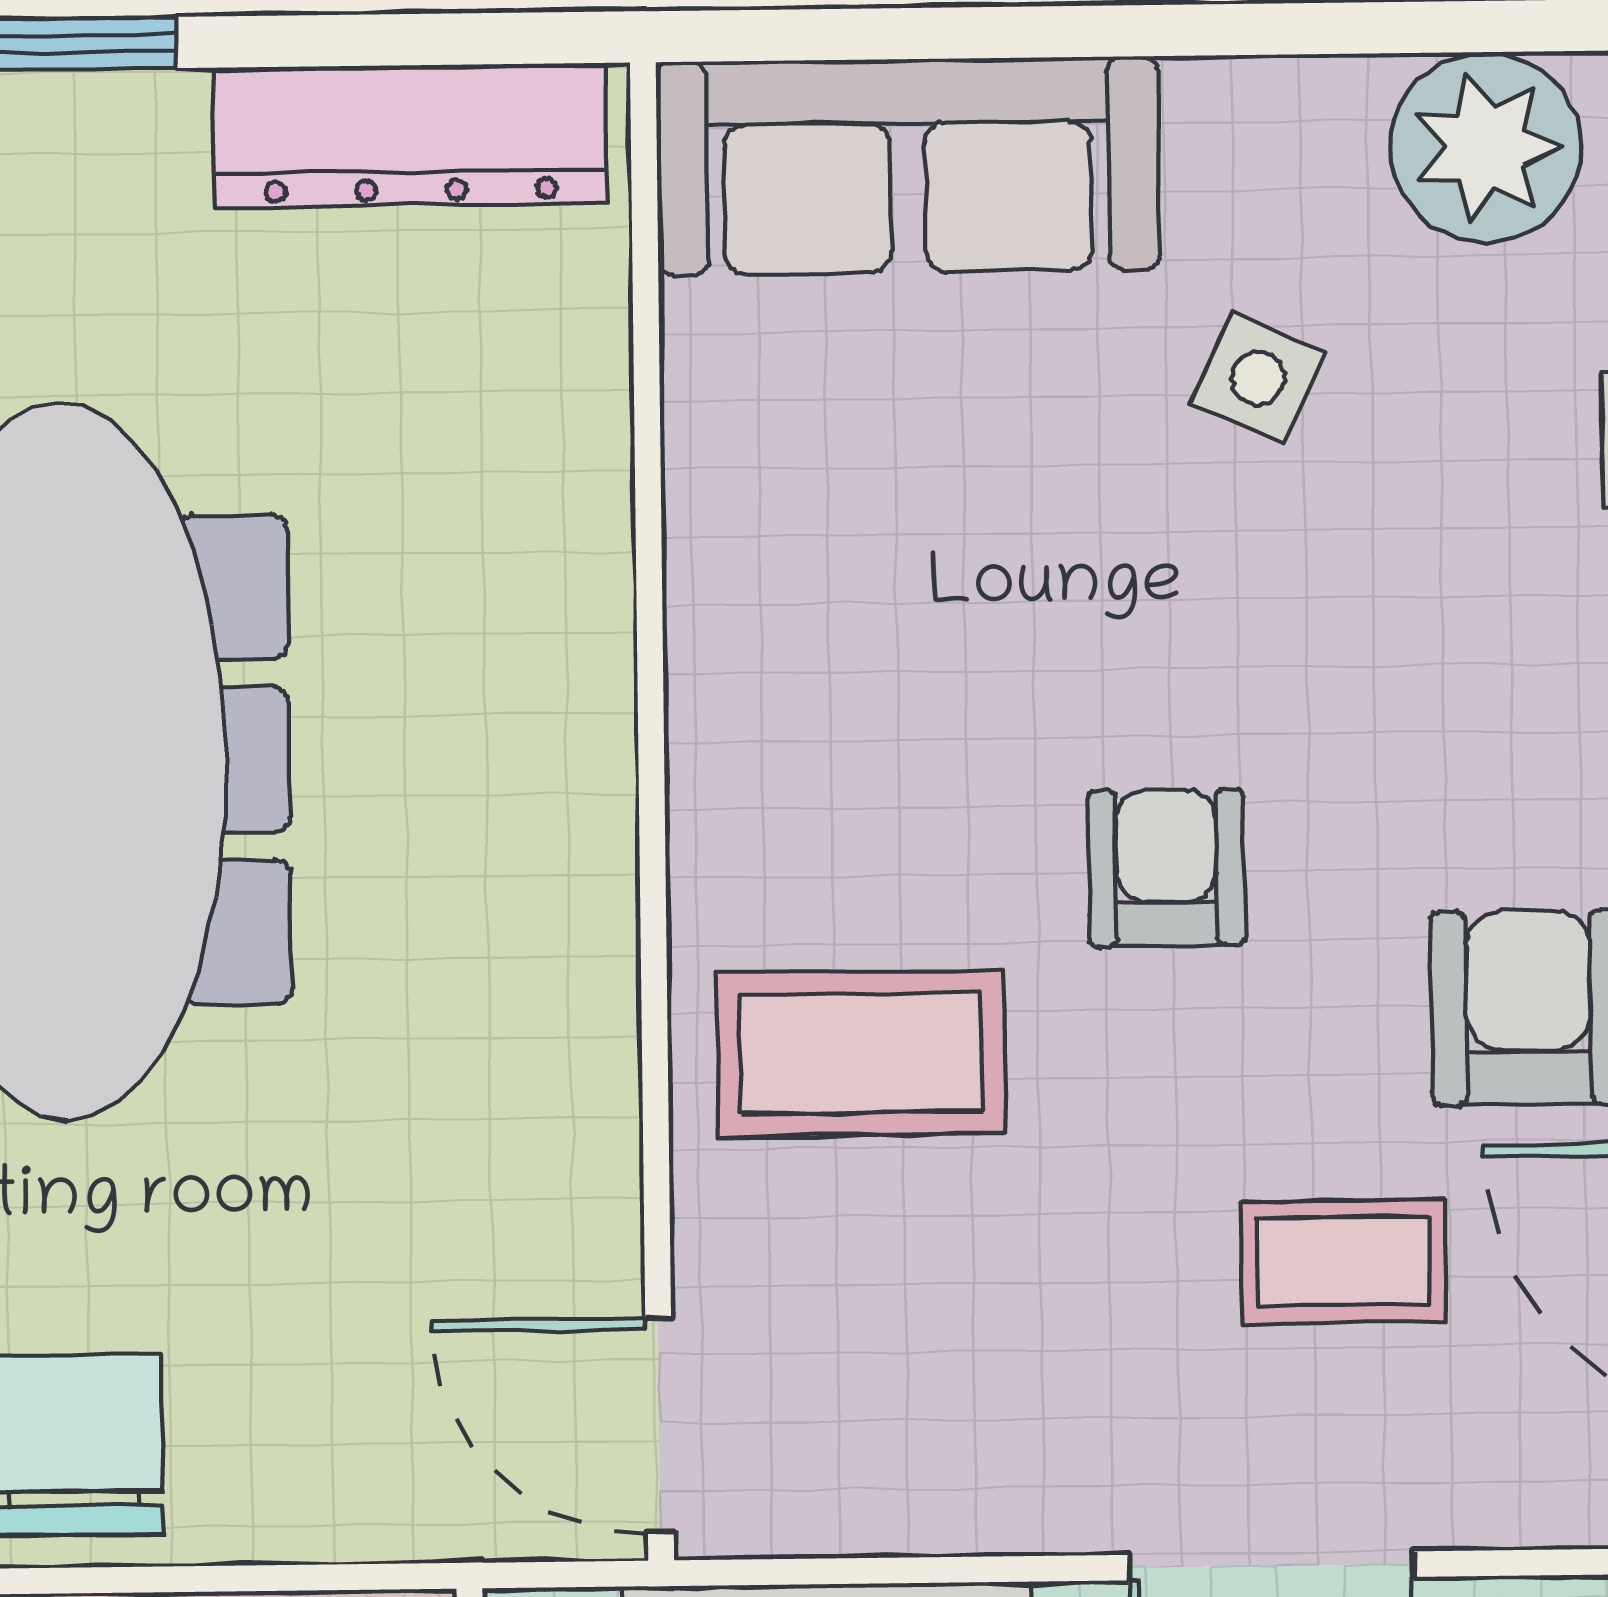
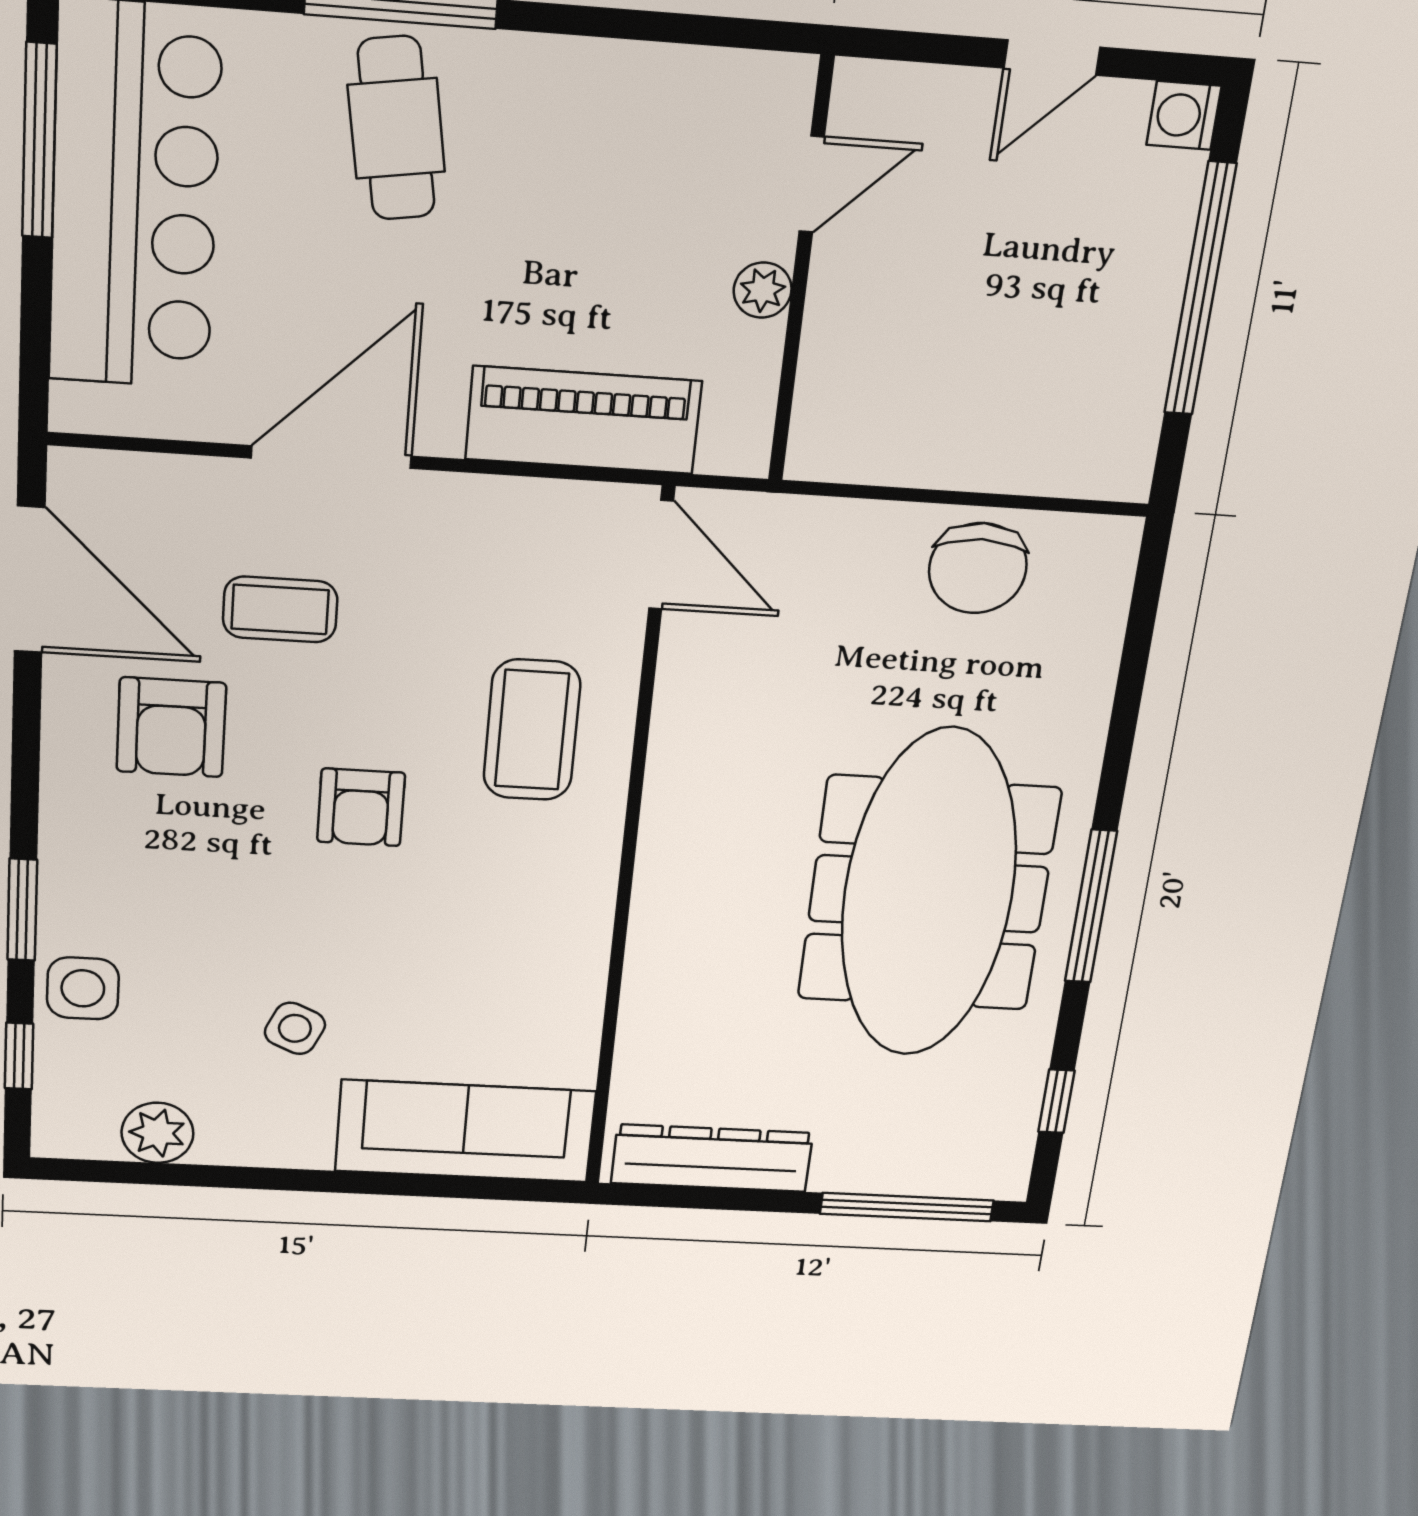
plant: (1486, 147) -> (157, 1133), width x0.73, depth x0.73
coffee table: (861, 1053) -> (532, 730), turned 90

